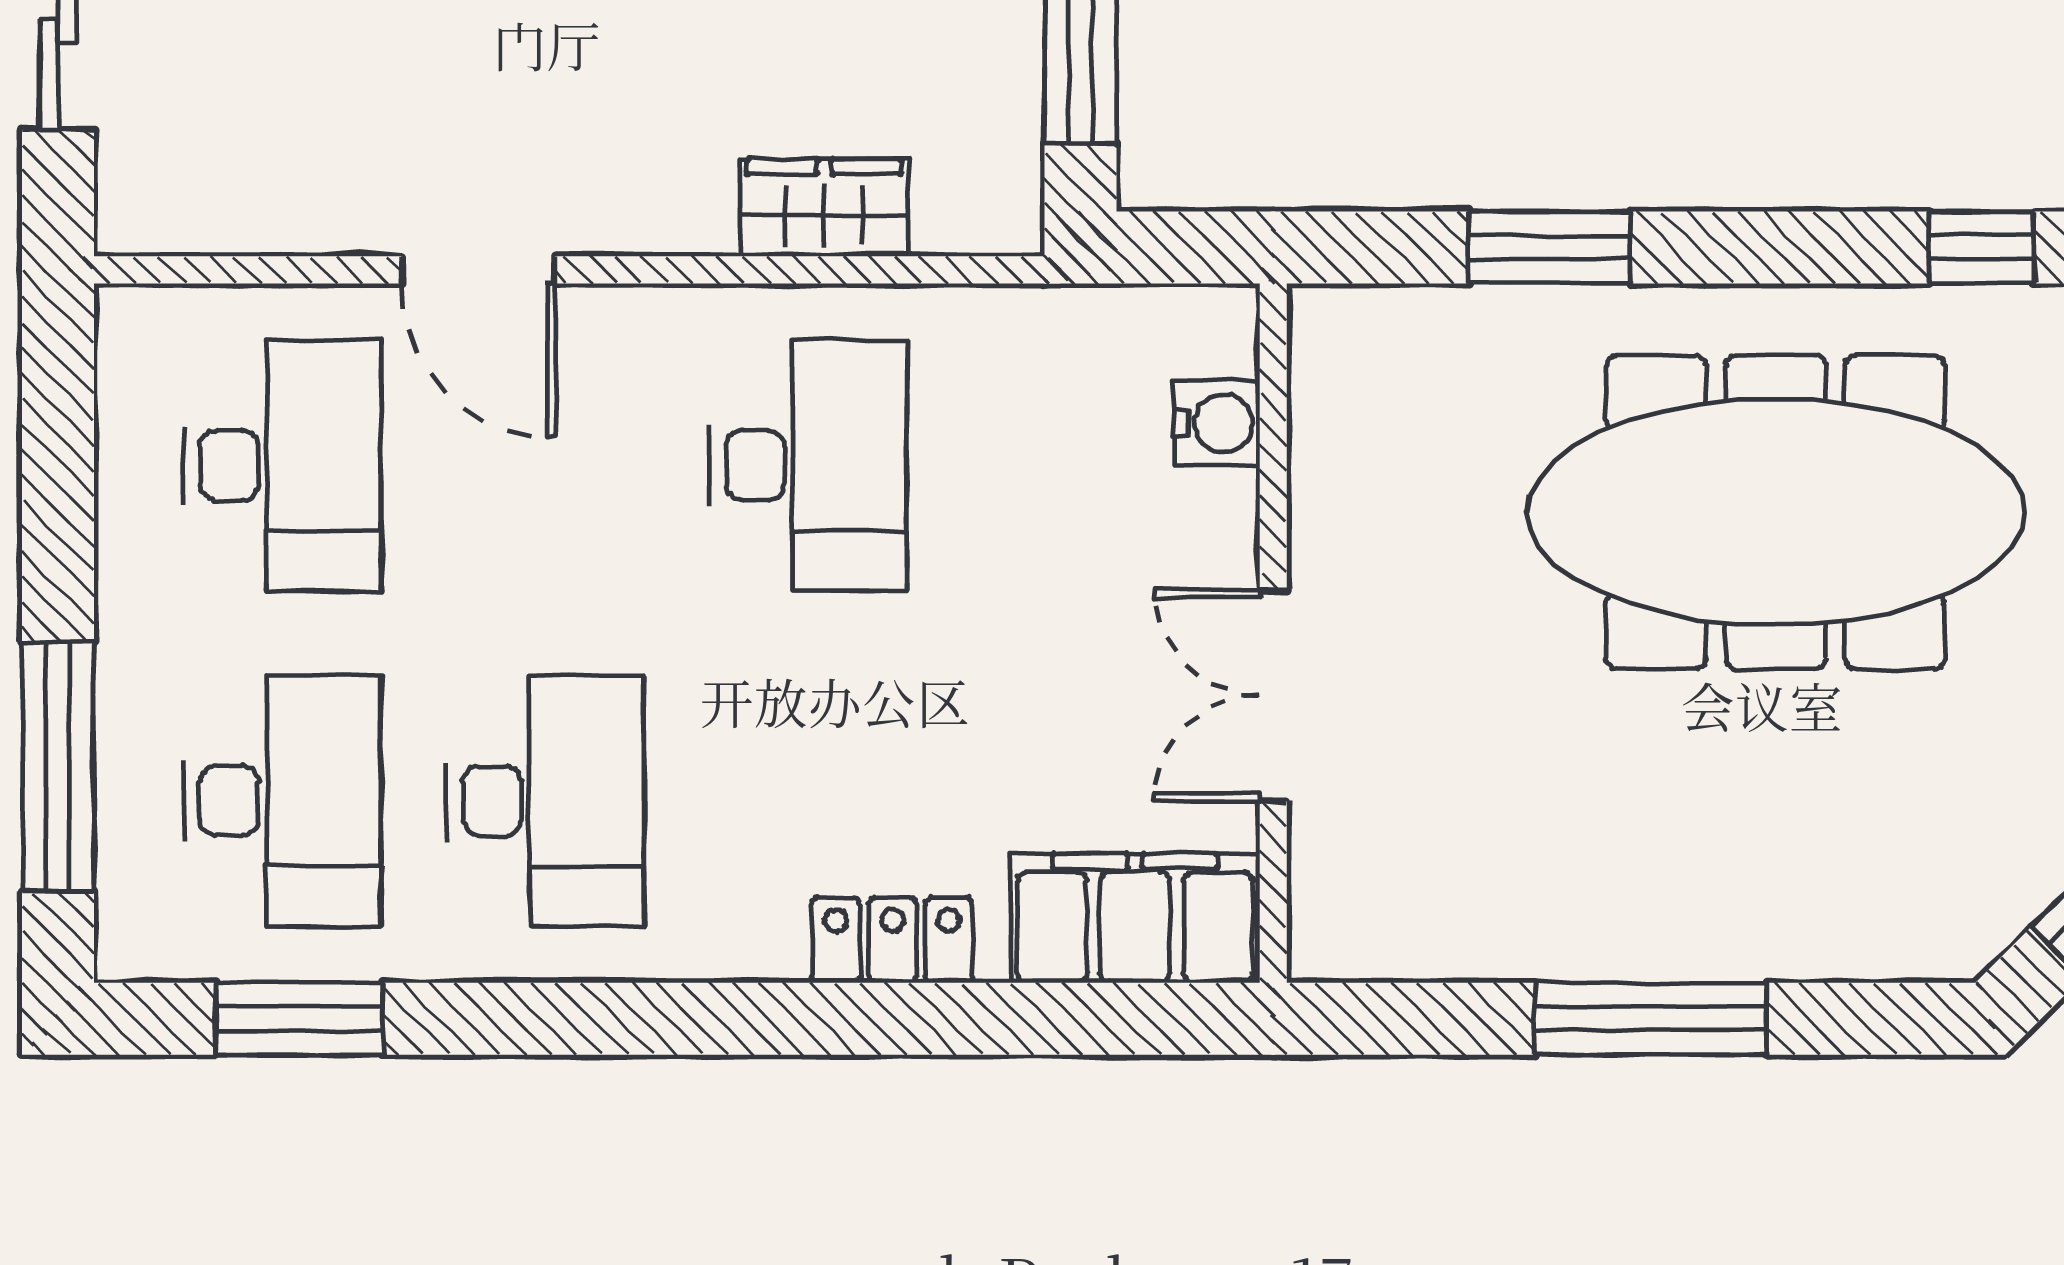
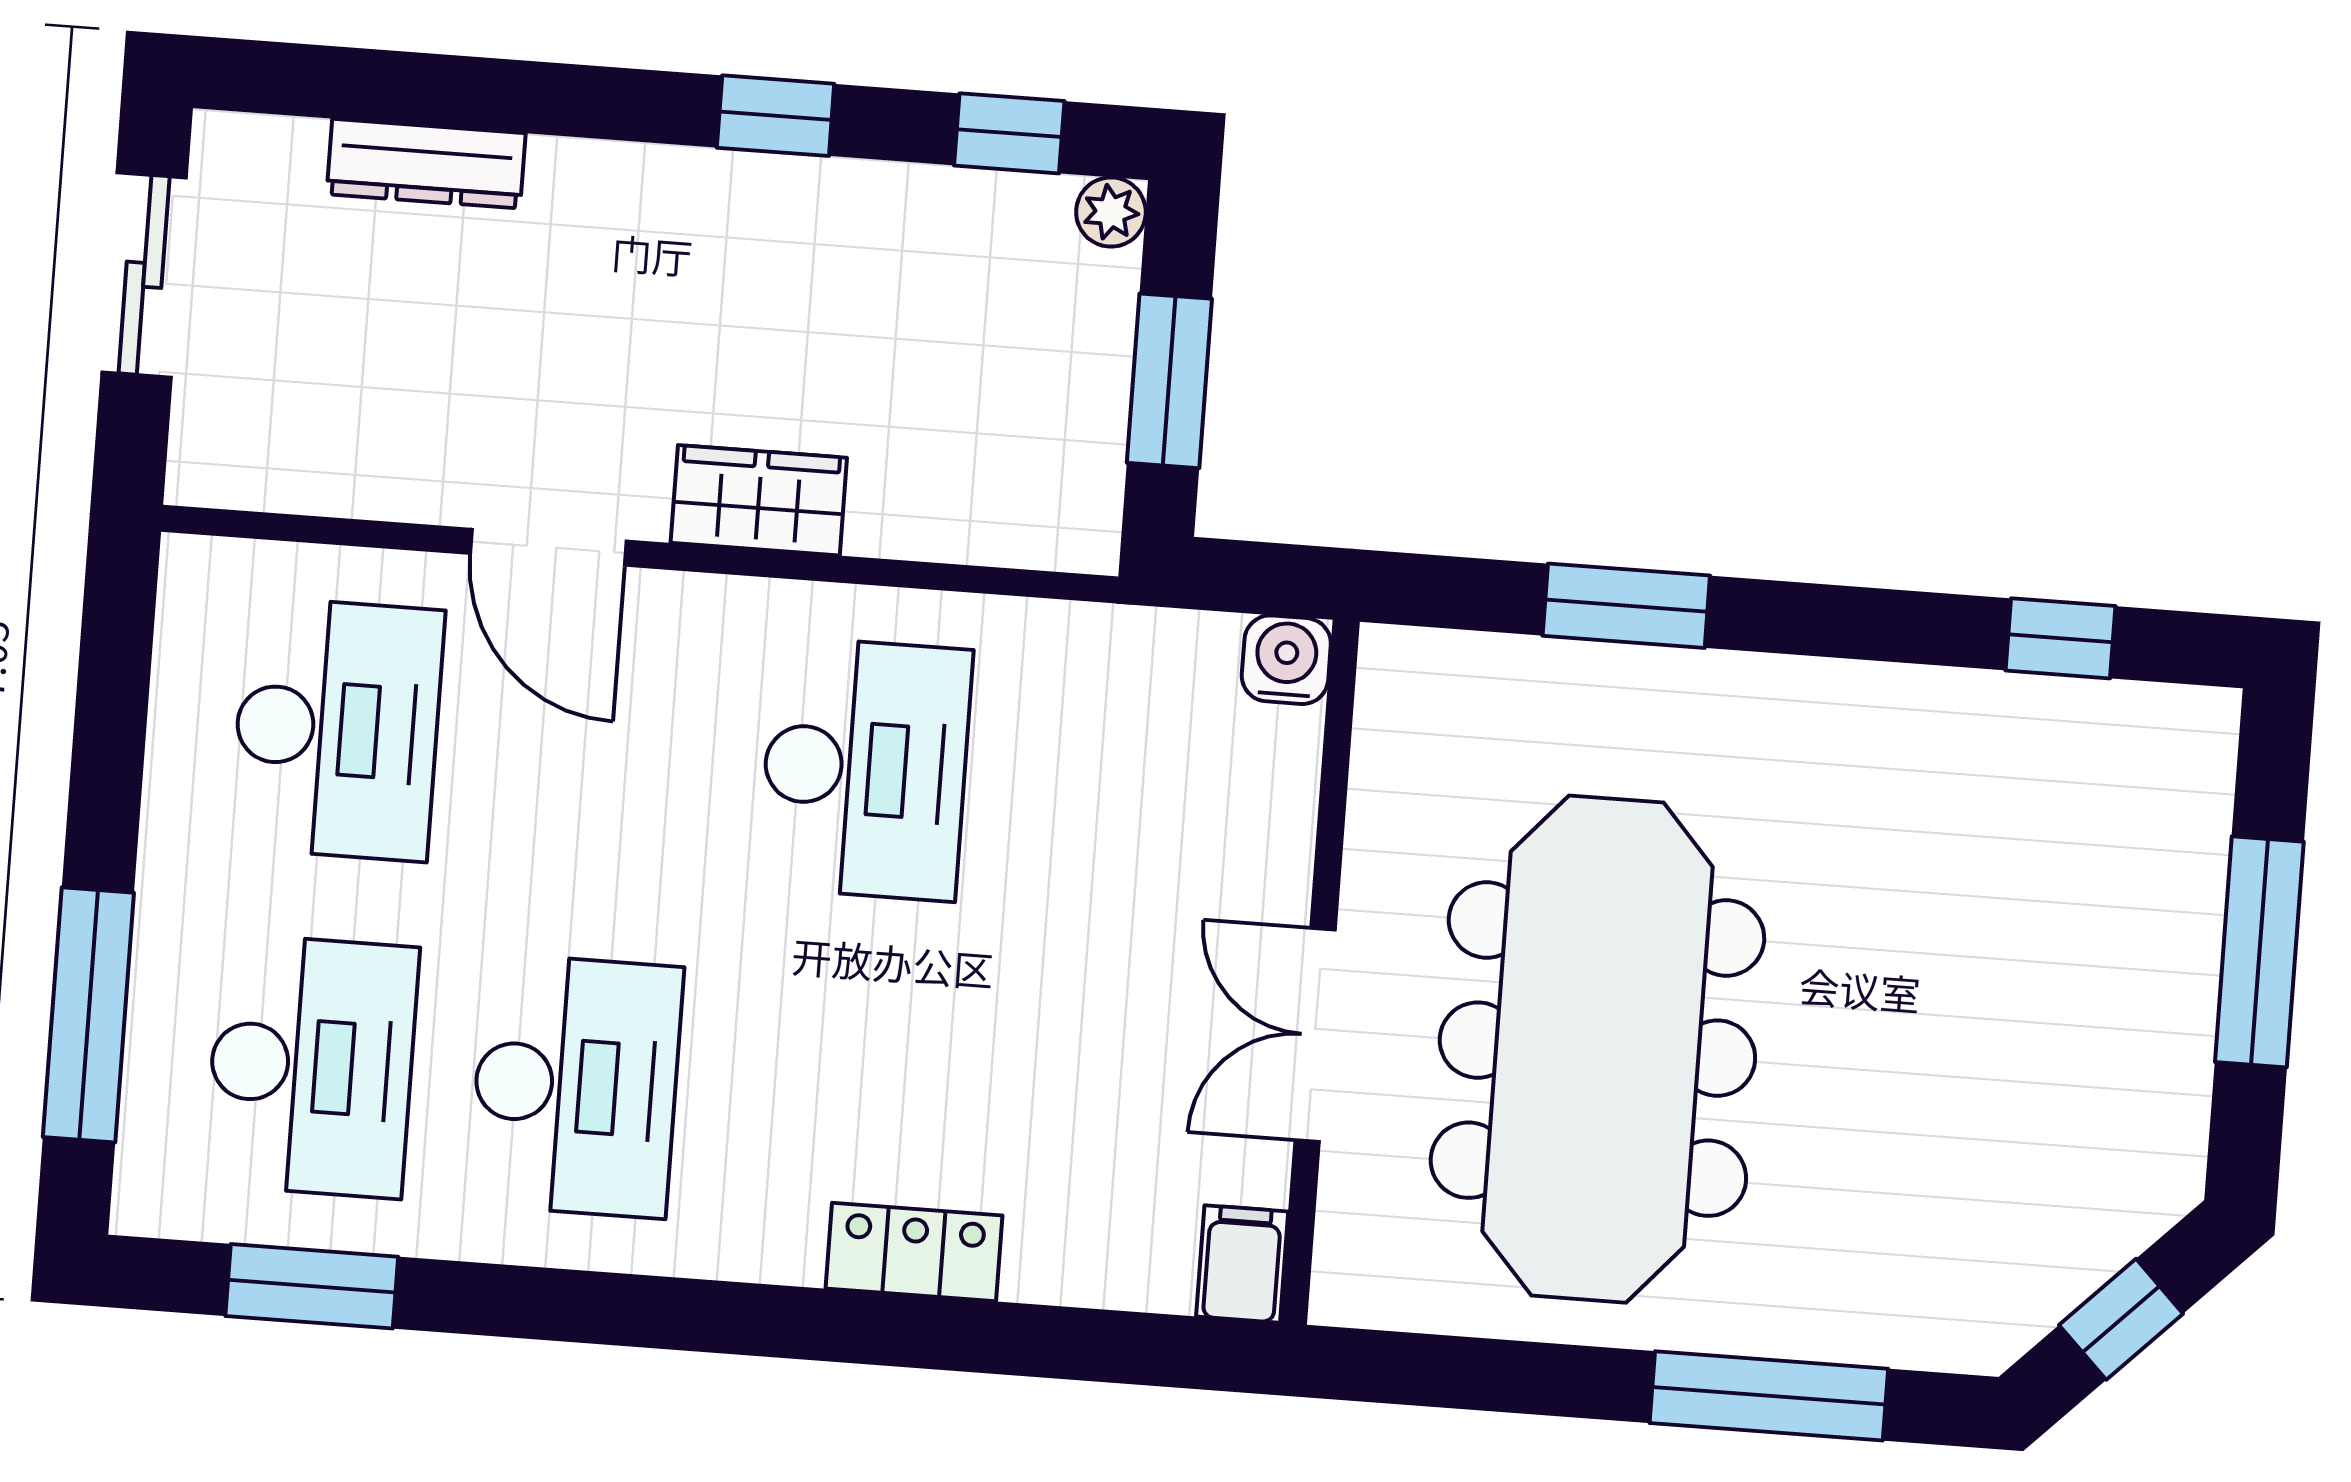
wardrobe: (824, 208) -> (759, 500), moved
water cooler: (1217, 423) -> (1286, 660), moved, turned -90
meeting table: (1775, 512) -> (1597, 1049), moved, turned 90
filing cabinet: (1135, 918) -> (1242, 1264), width x0.33, depth x0.86
window: (1651, 1019) -> (1769, 1396), moved

